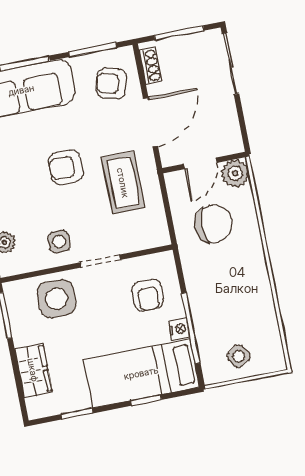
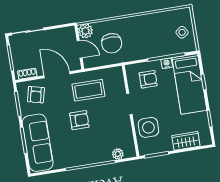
armchair: (66, 167) -> (79, 120), turned -90
chair: (214, 224) -> (112, 43), turned 180
side table: (59, 242) -> (118, 125), removed

